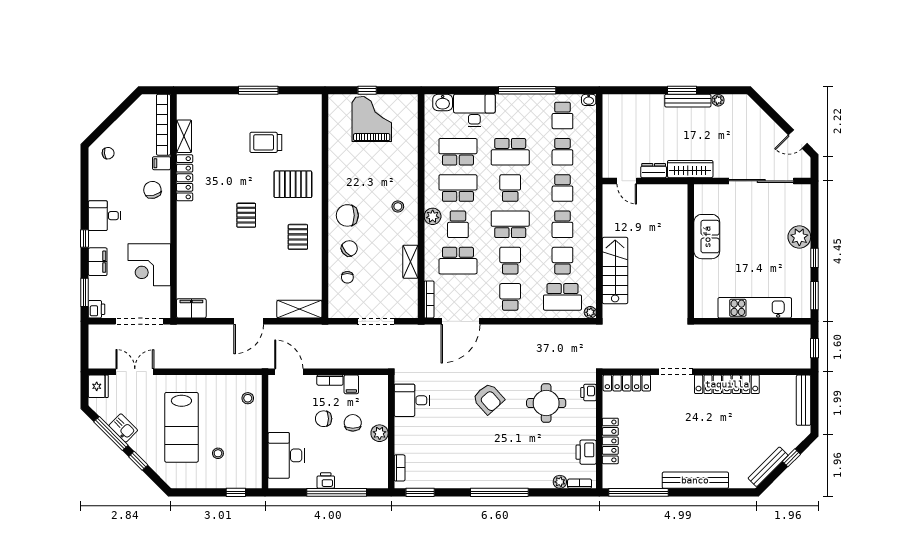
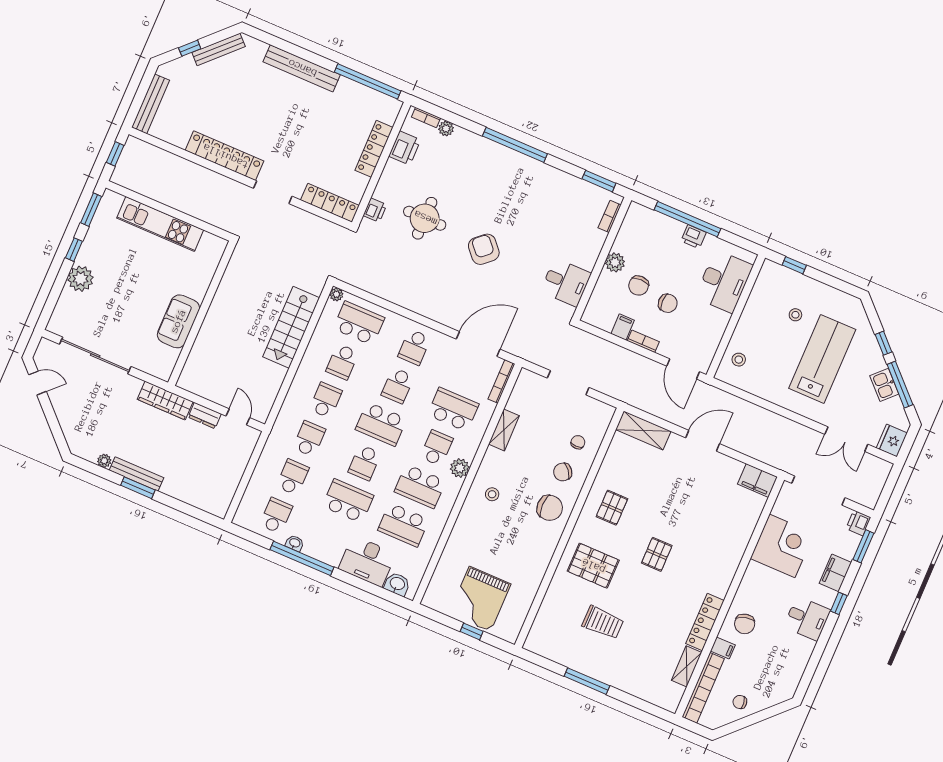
washbasin: (589, 100) -> (295, 543), moved
chair: (108, 153) -> (740, 702), moved

